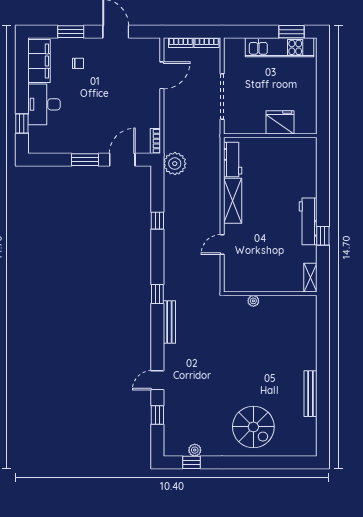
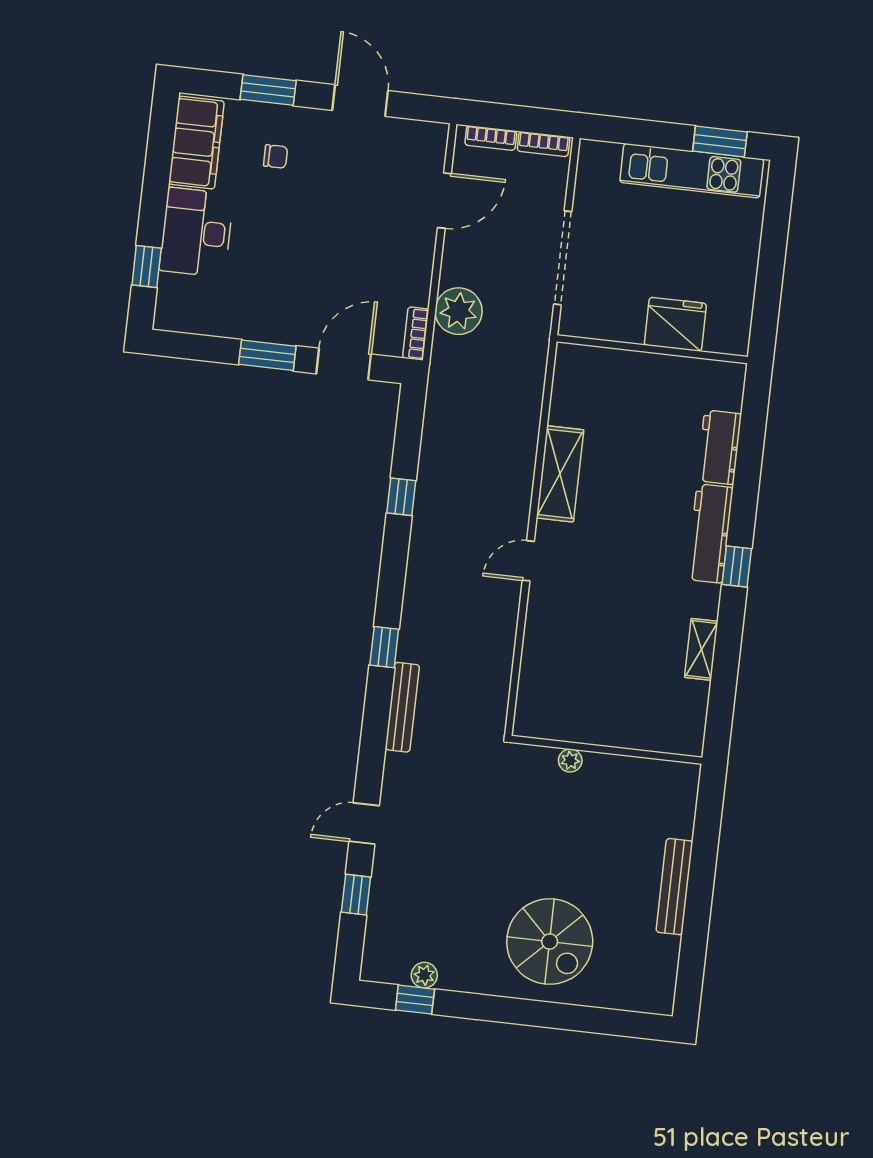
workbench: (233, 160) -> (719, 447), moved, turned 180
plant: (175, 164) -> (459, 311), moved
wall: (270, 294) -> (607, 750), moved
plant: (253, 301) -> (570, 761), moved

